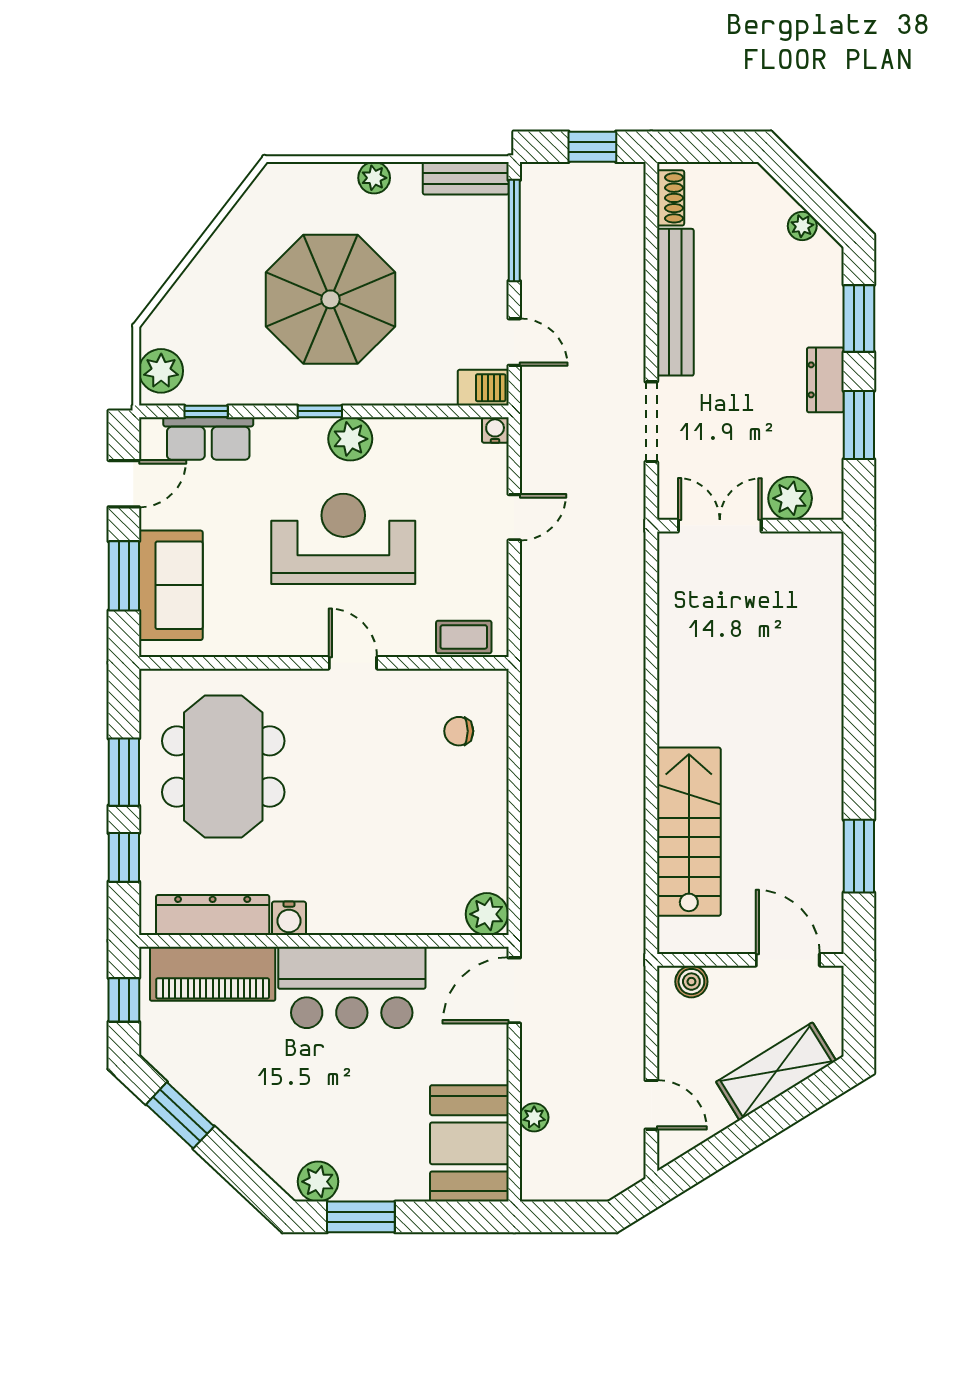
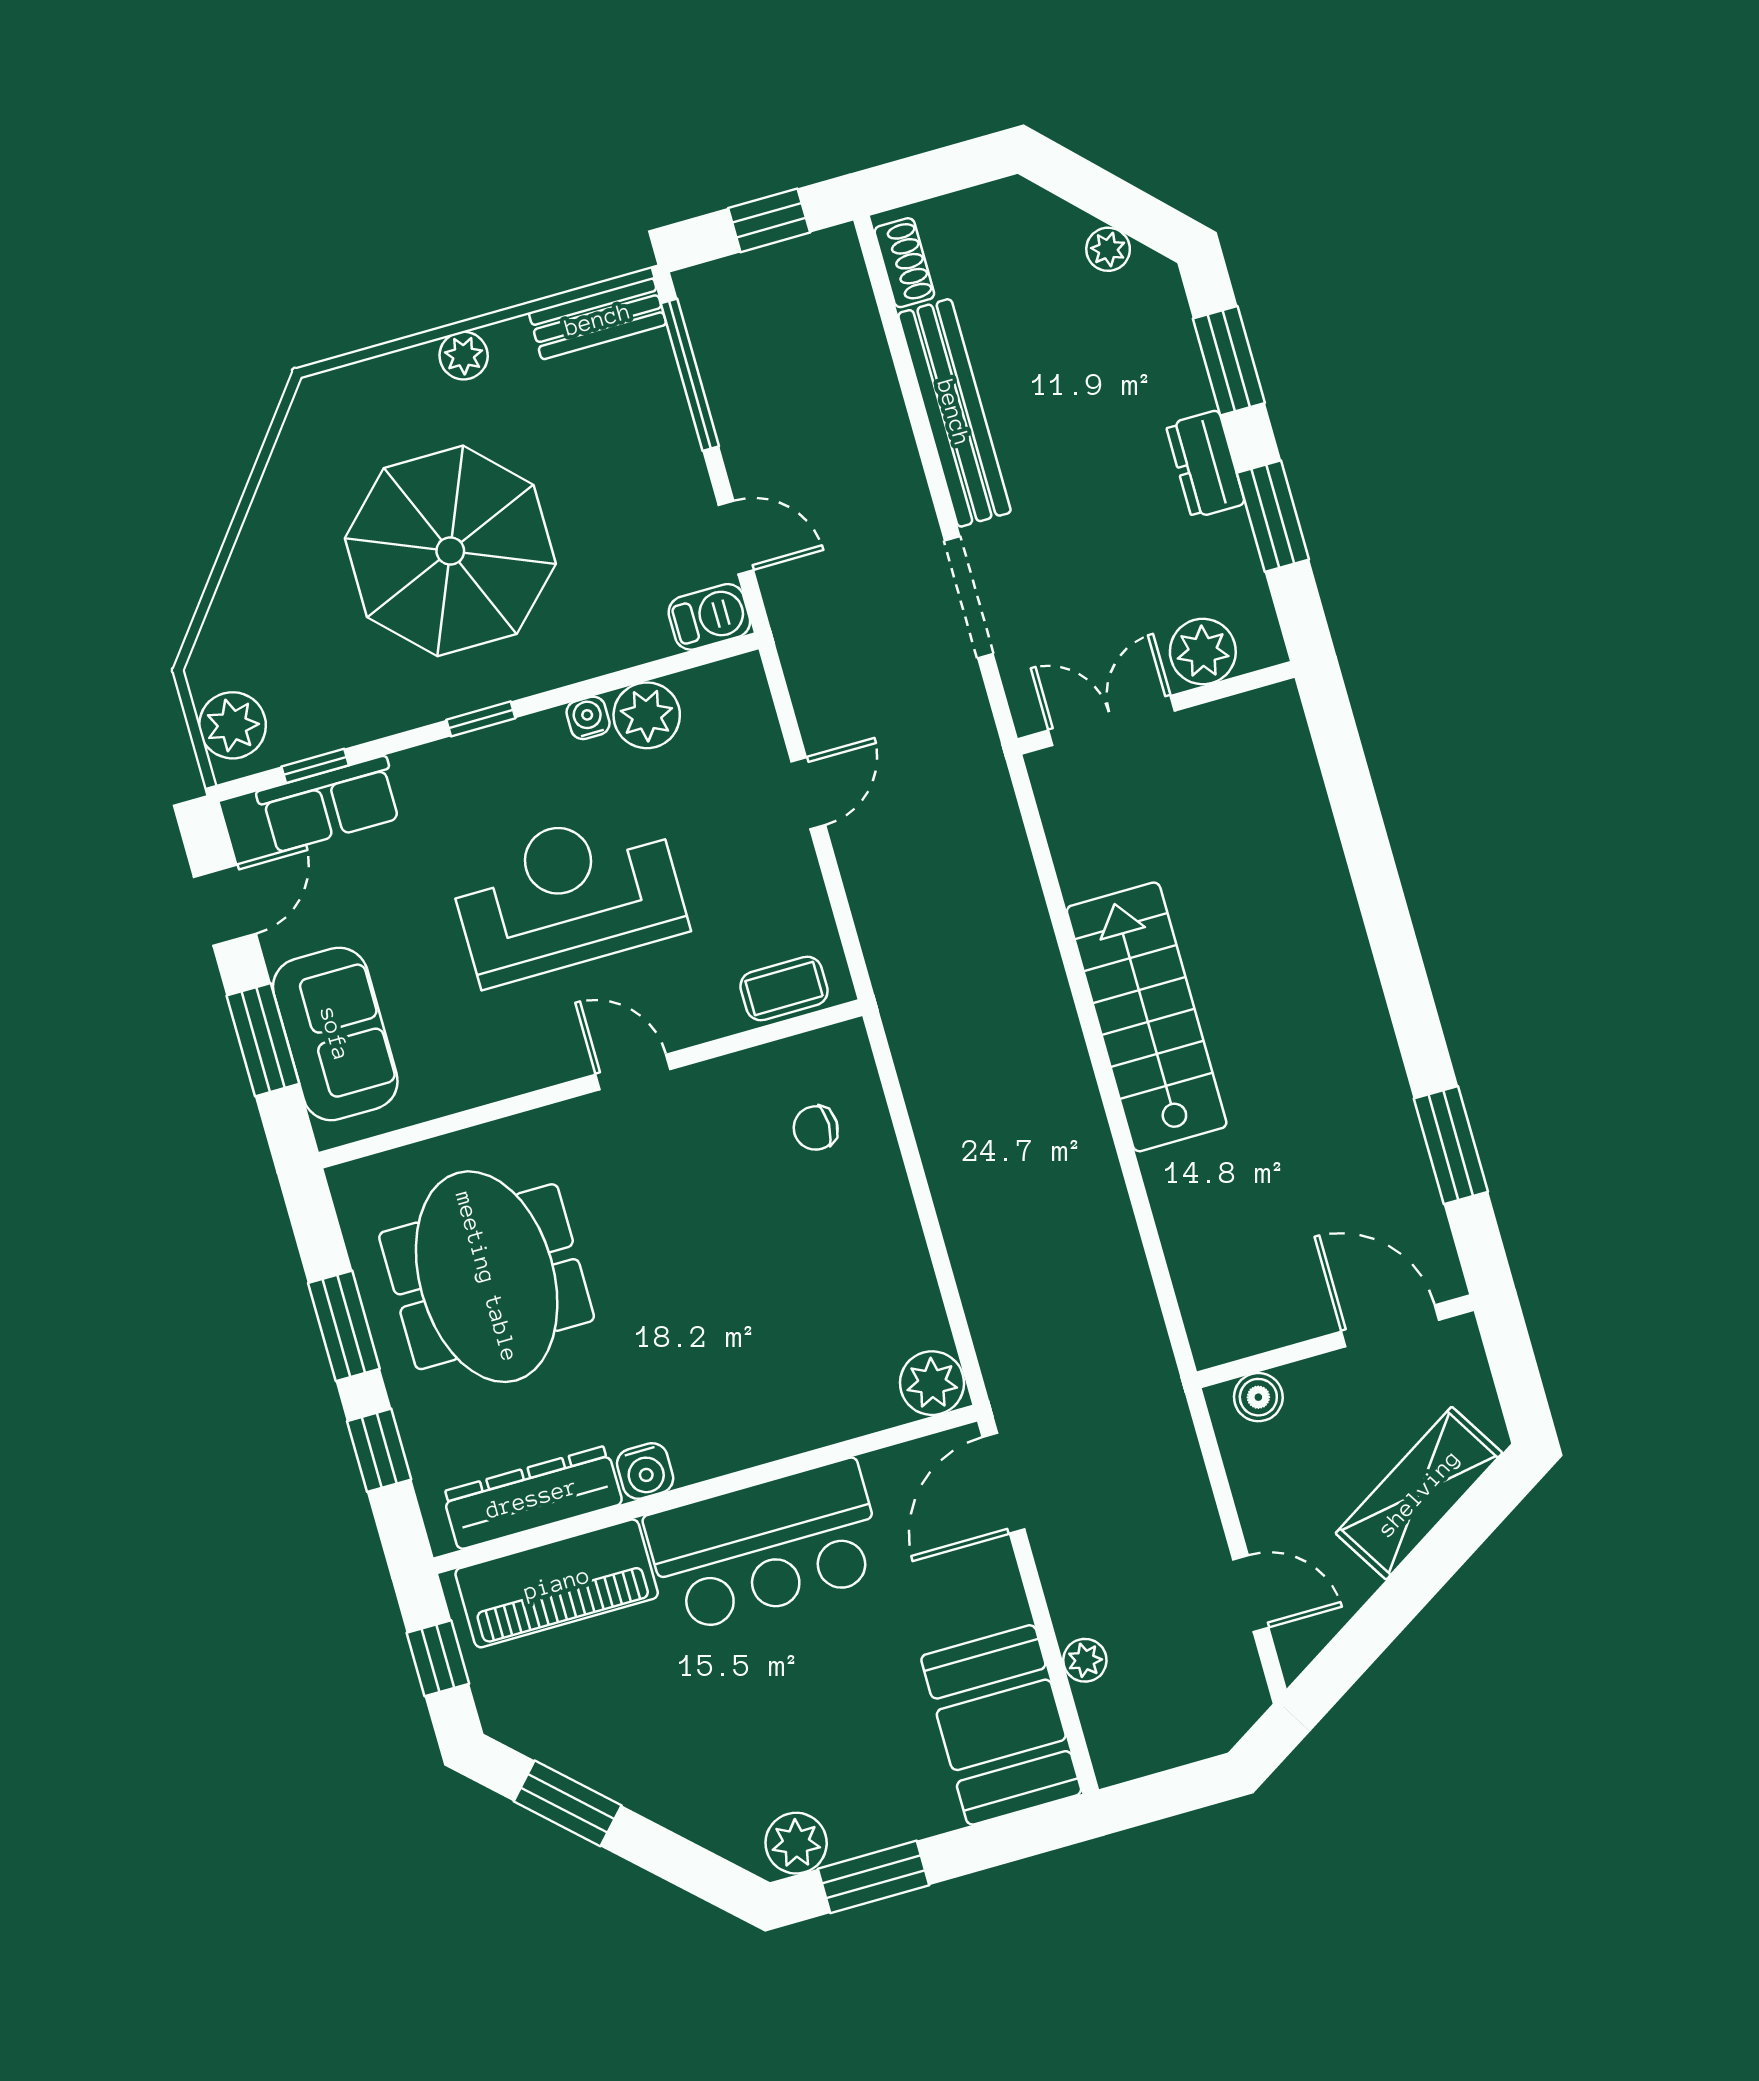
water cooler: (495, 430) -> (588, 718), moved
plant: (350, 439) -> (647, 715), moved
stairs: (689, 832) -> (1147, 1017), moved

